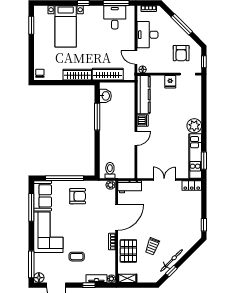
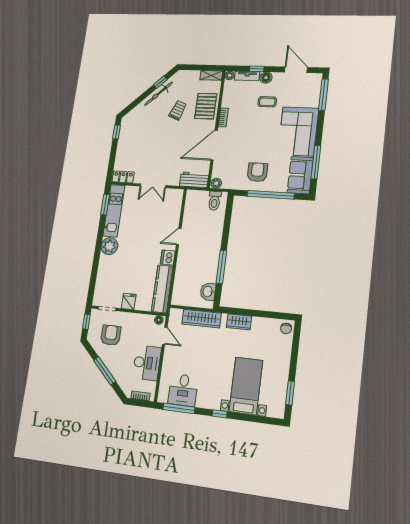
wardrobe: (77, 75) -> (239, 322), width x0.67
armchair: (78, 196) -> (257, 172), turned 90
floor lamp: (39, 278) -> (266, 78), moved

